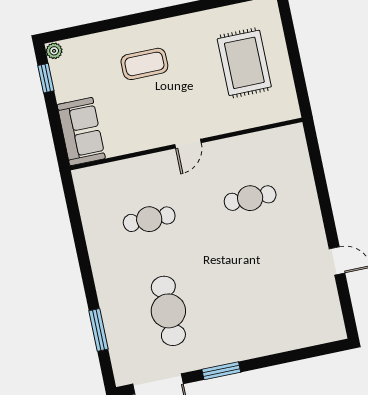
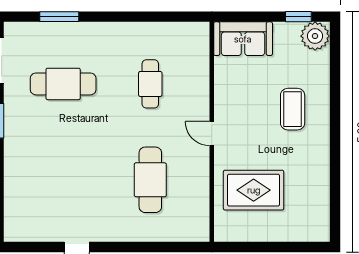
plant: (54, 51) -> (315, 36), width x1.88, depth x1.88
rug: (244, 63) -> (254, 190), moved
cafe table: (250, 198) -> (150, 180), width x1.37, depth x1.35

